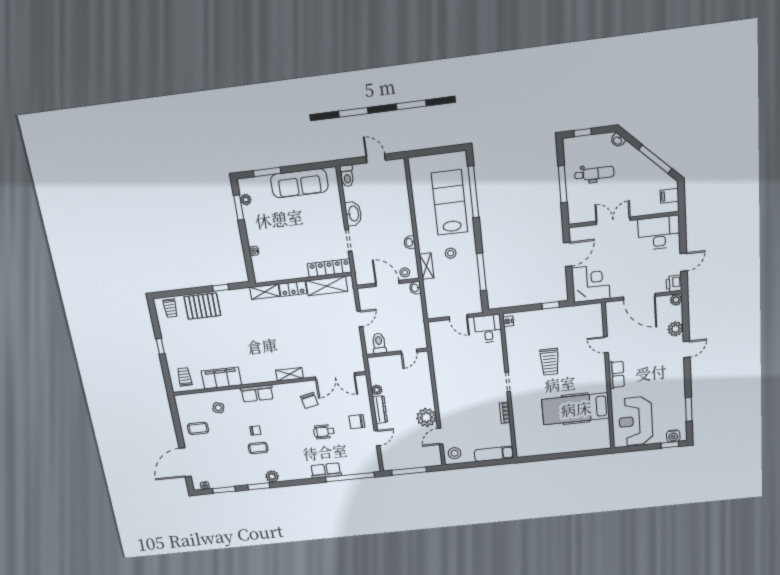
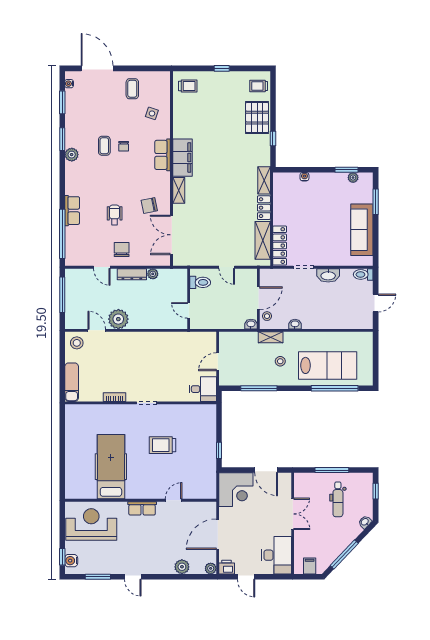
nightstand: (508, 321) -> (208, 409), removed
door: (687, 349) -> (133, 577), moved
filing cabinet: (221, 378) -> (183, 158), moved

